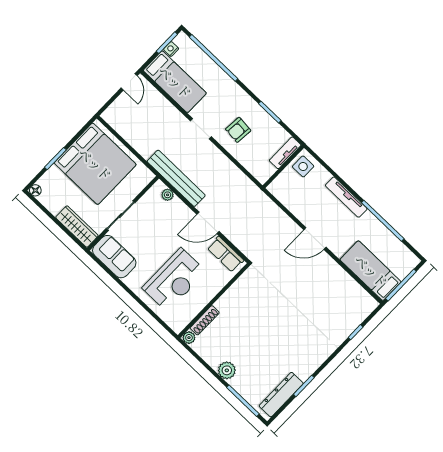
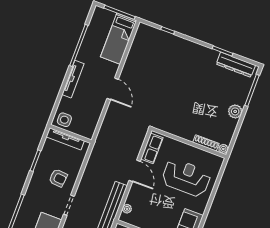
tv unit: (285, 153) -> (65, 139), width x1.41

